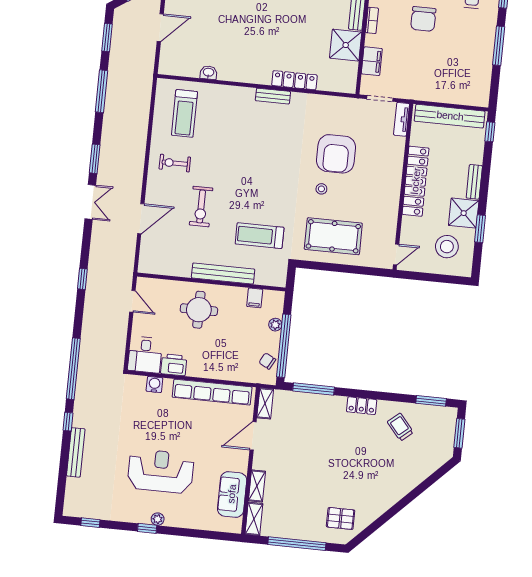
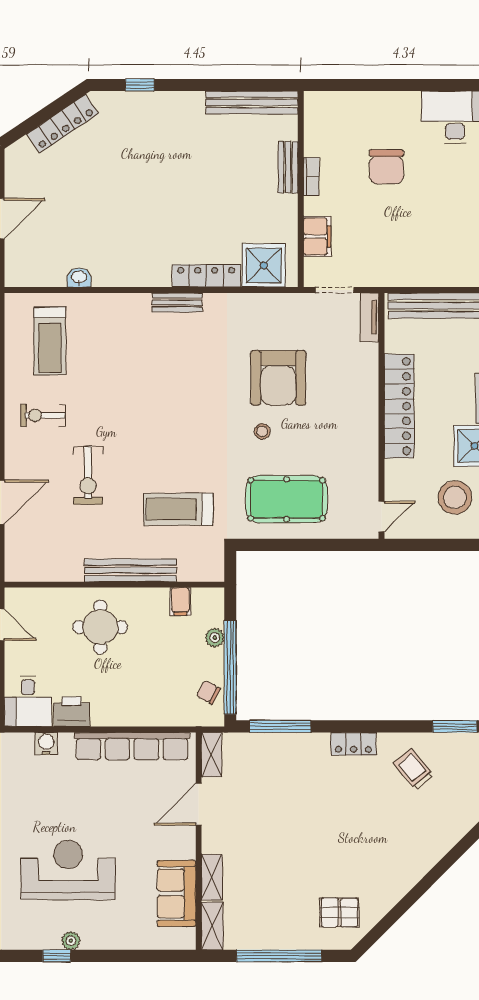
shower: (346, 45) -> (264, 265), moved

